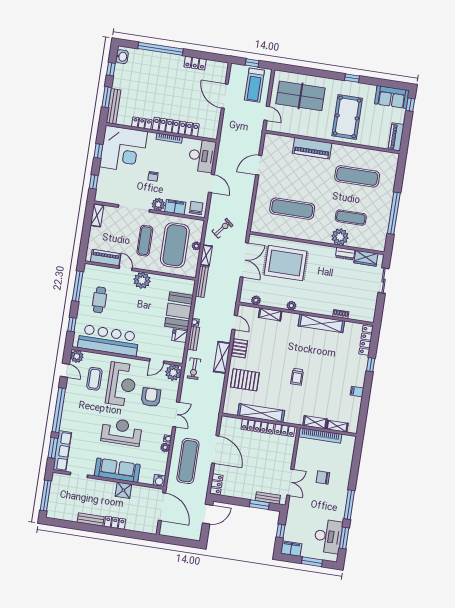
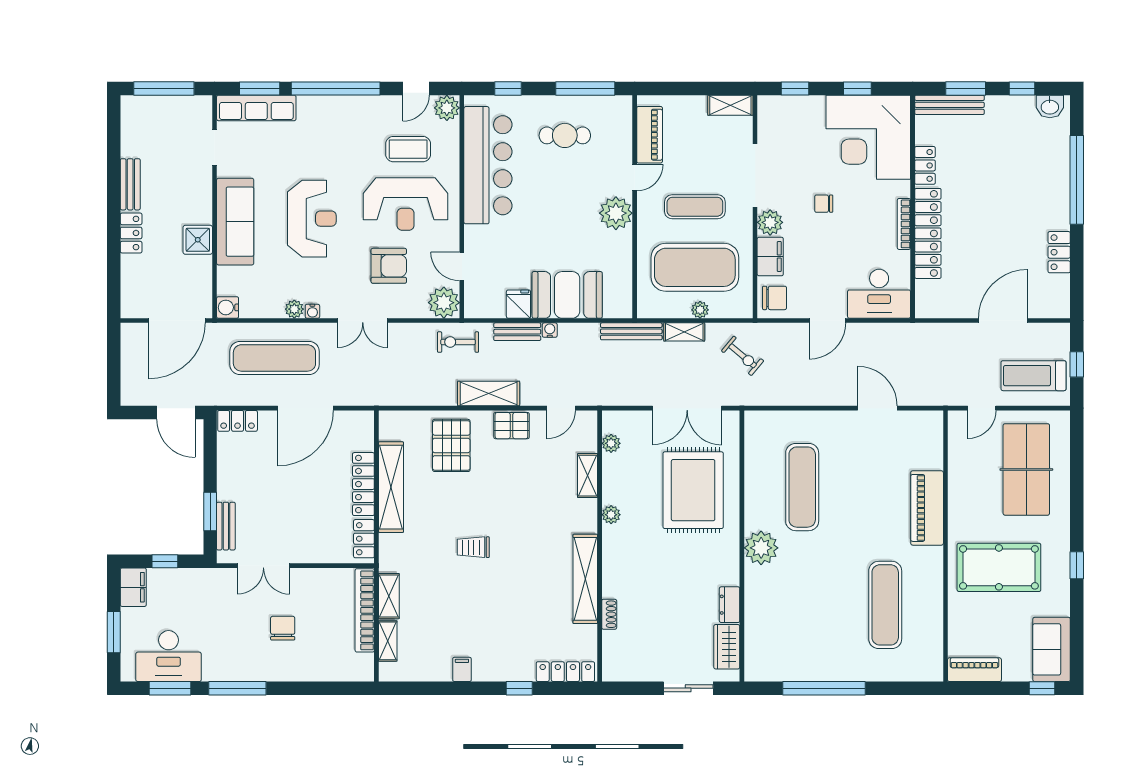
exercise mat: (351, 218) -> (802, 605), removed
plant: (340, 237) -> (761, 548), moved

